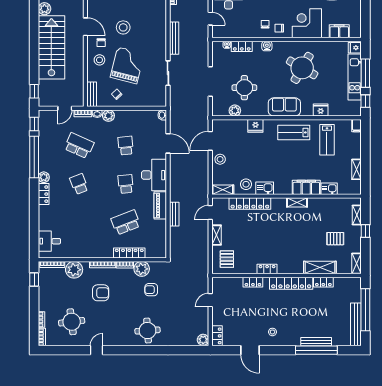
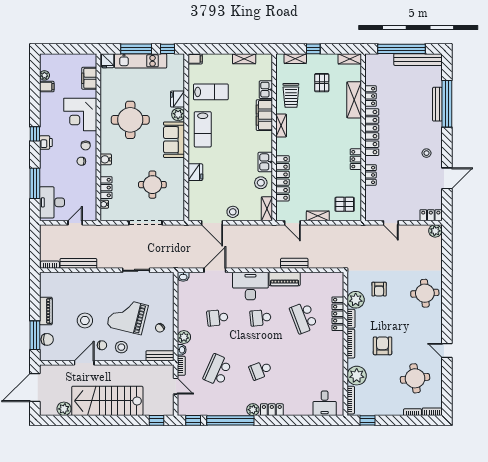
bench: (174, 38) -> (78, 263), moved
round table: (302, 68) -> (130, 120), turned -30
plant: (235, 111) -> (178, 114), moved
trolley: (324, 211) -> (291, 95), added

